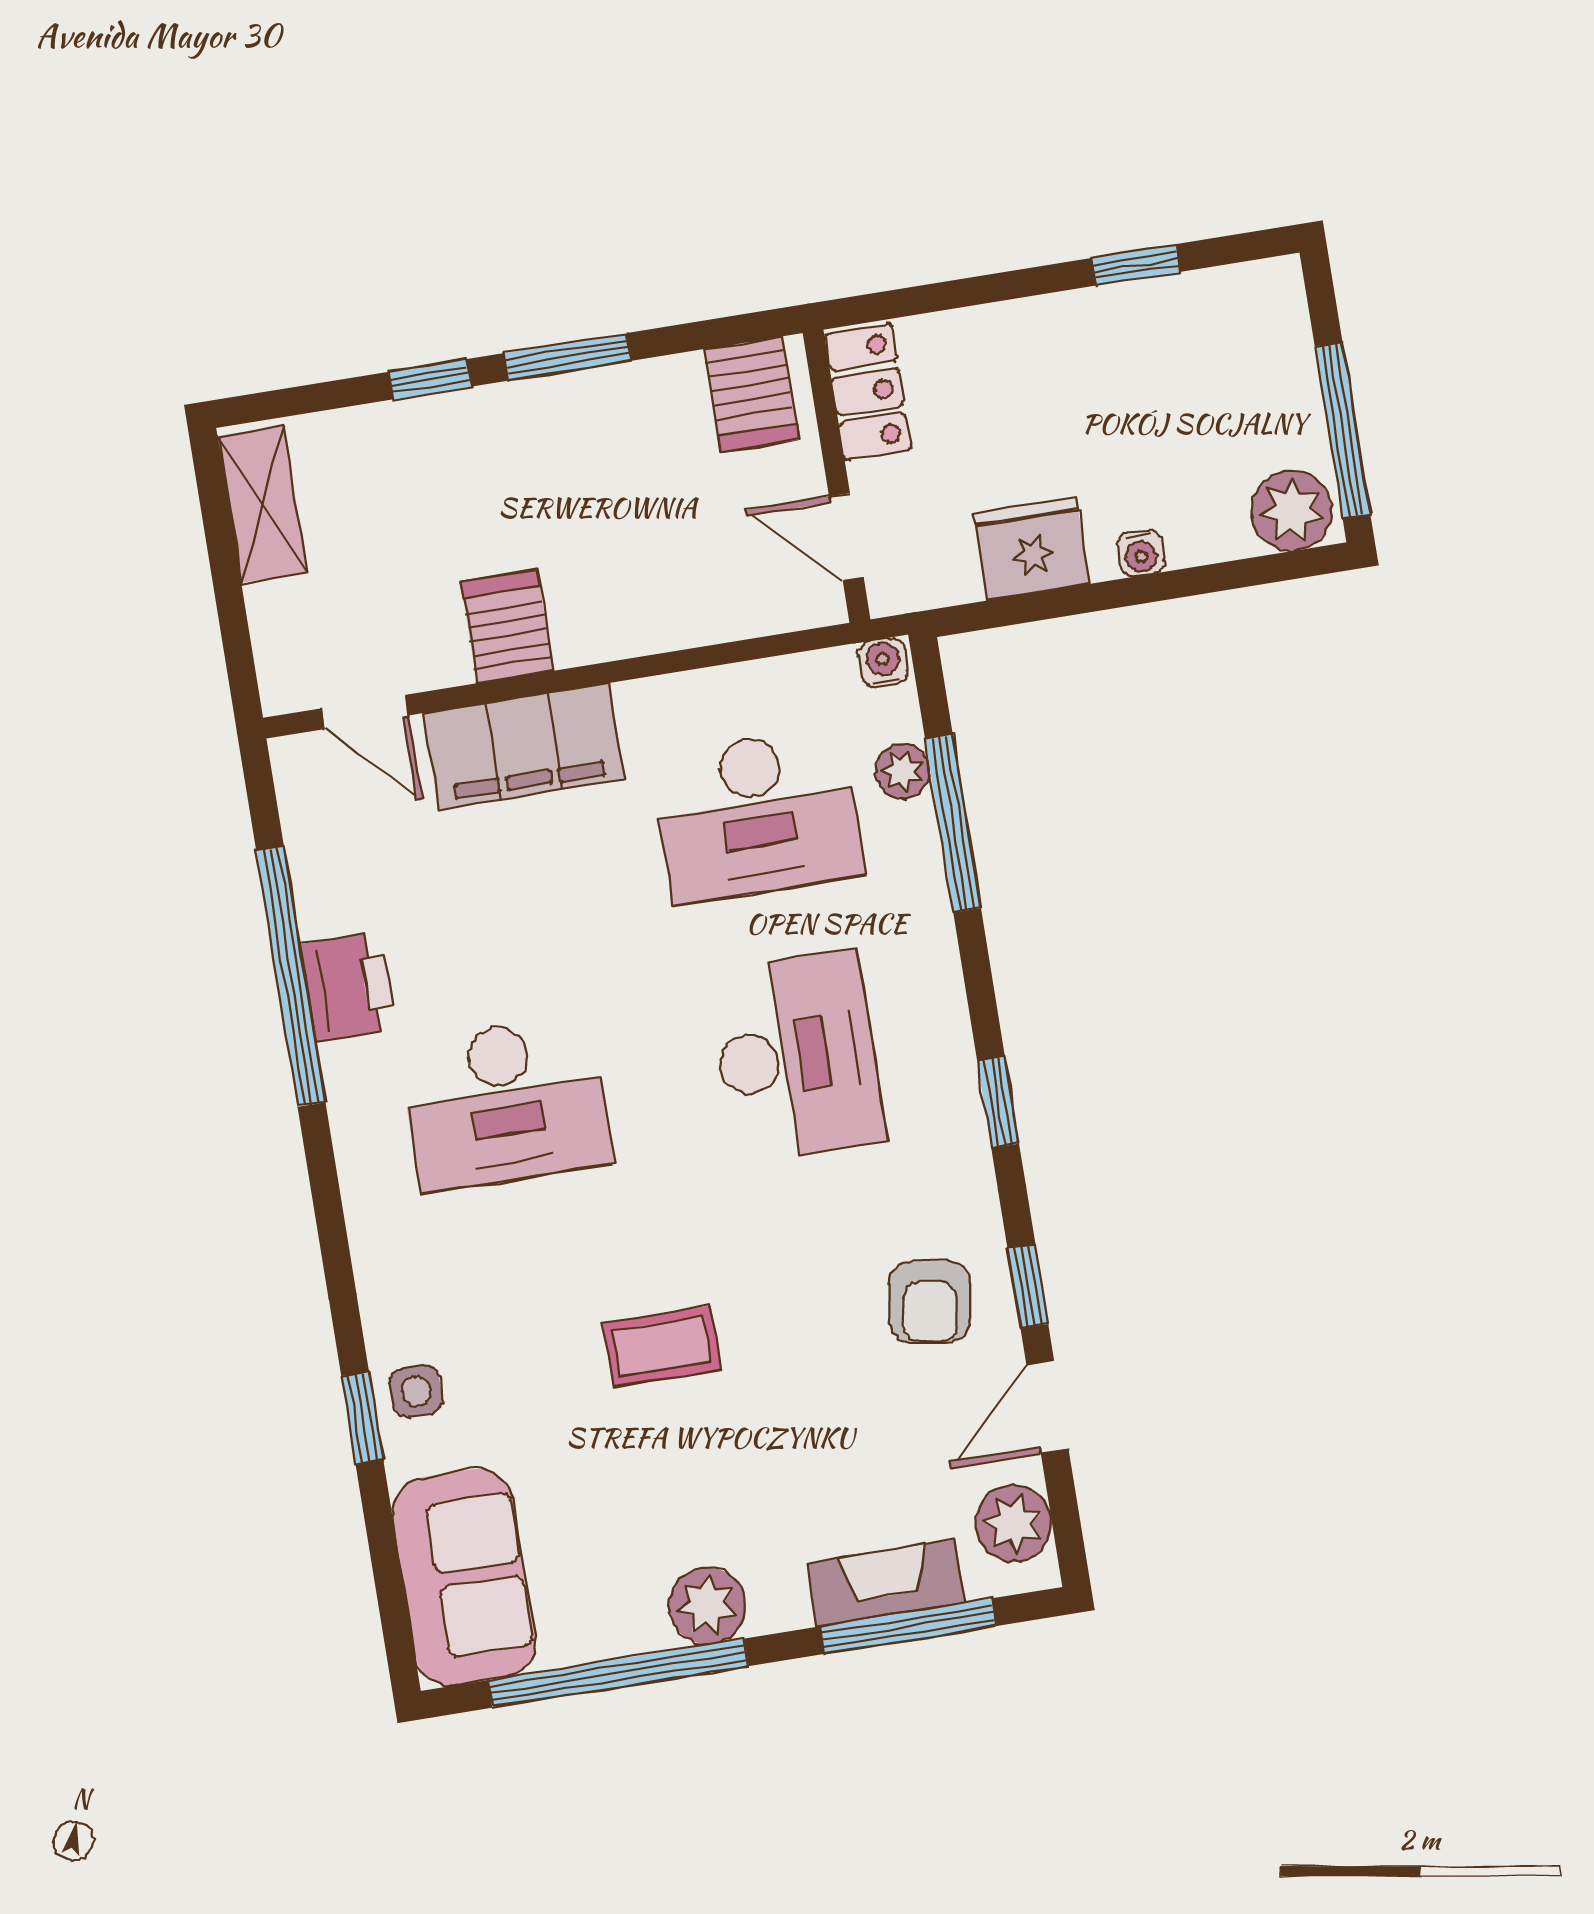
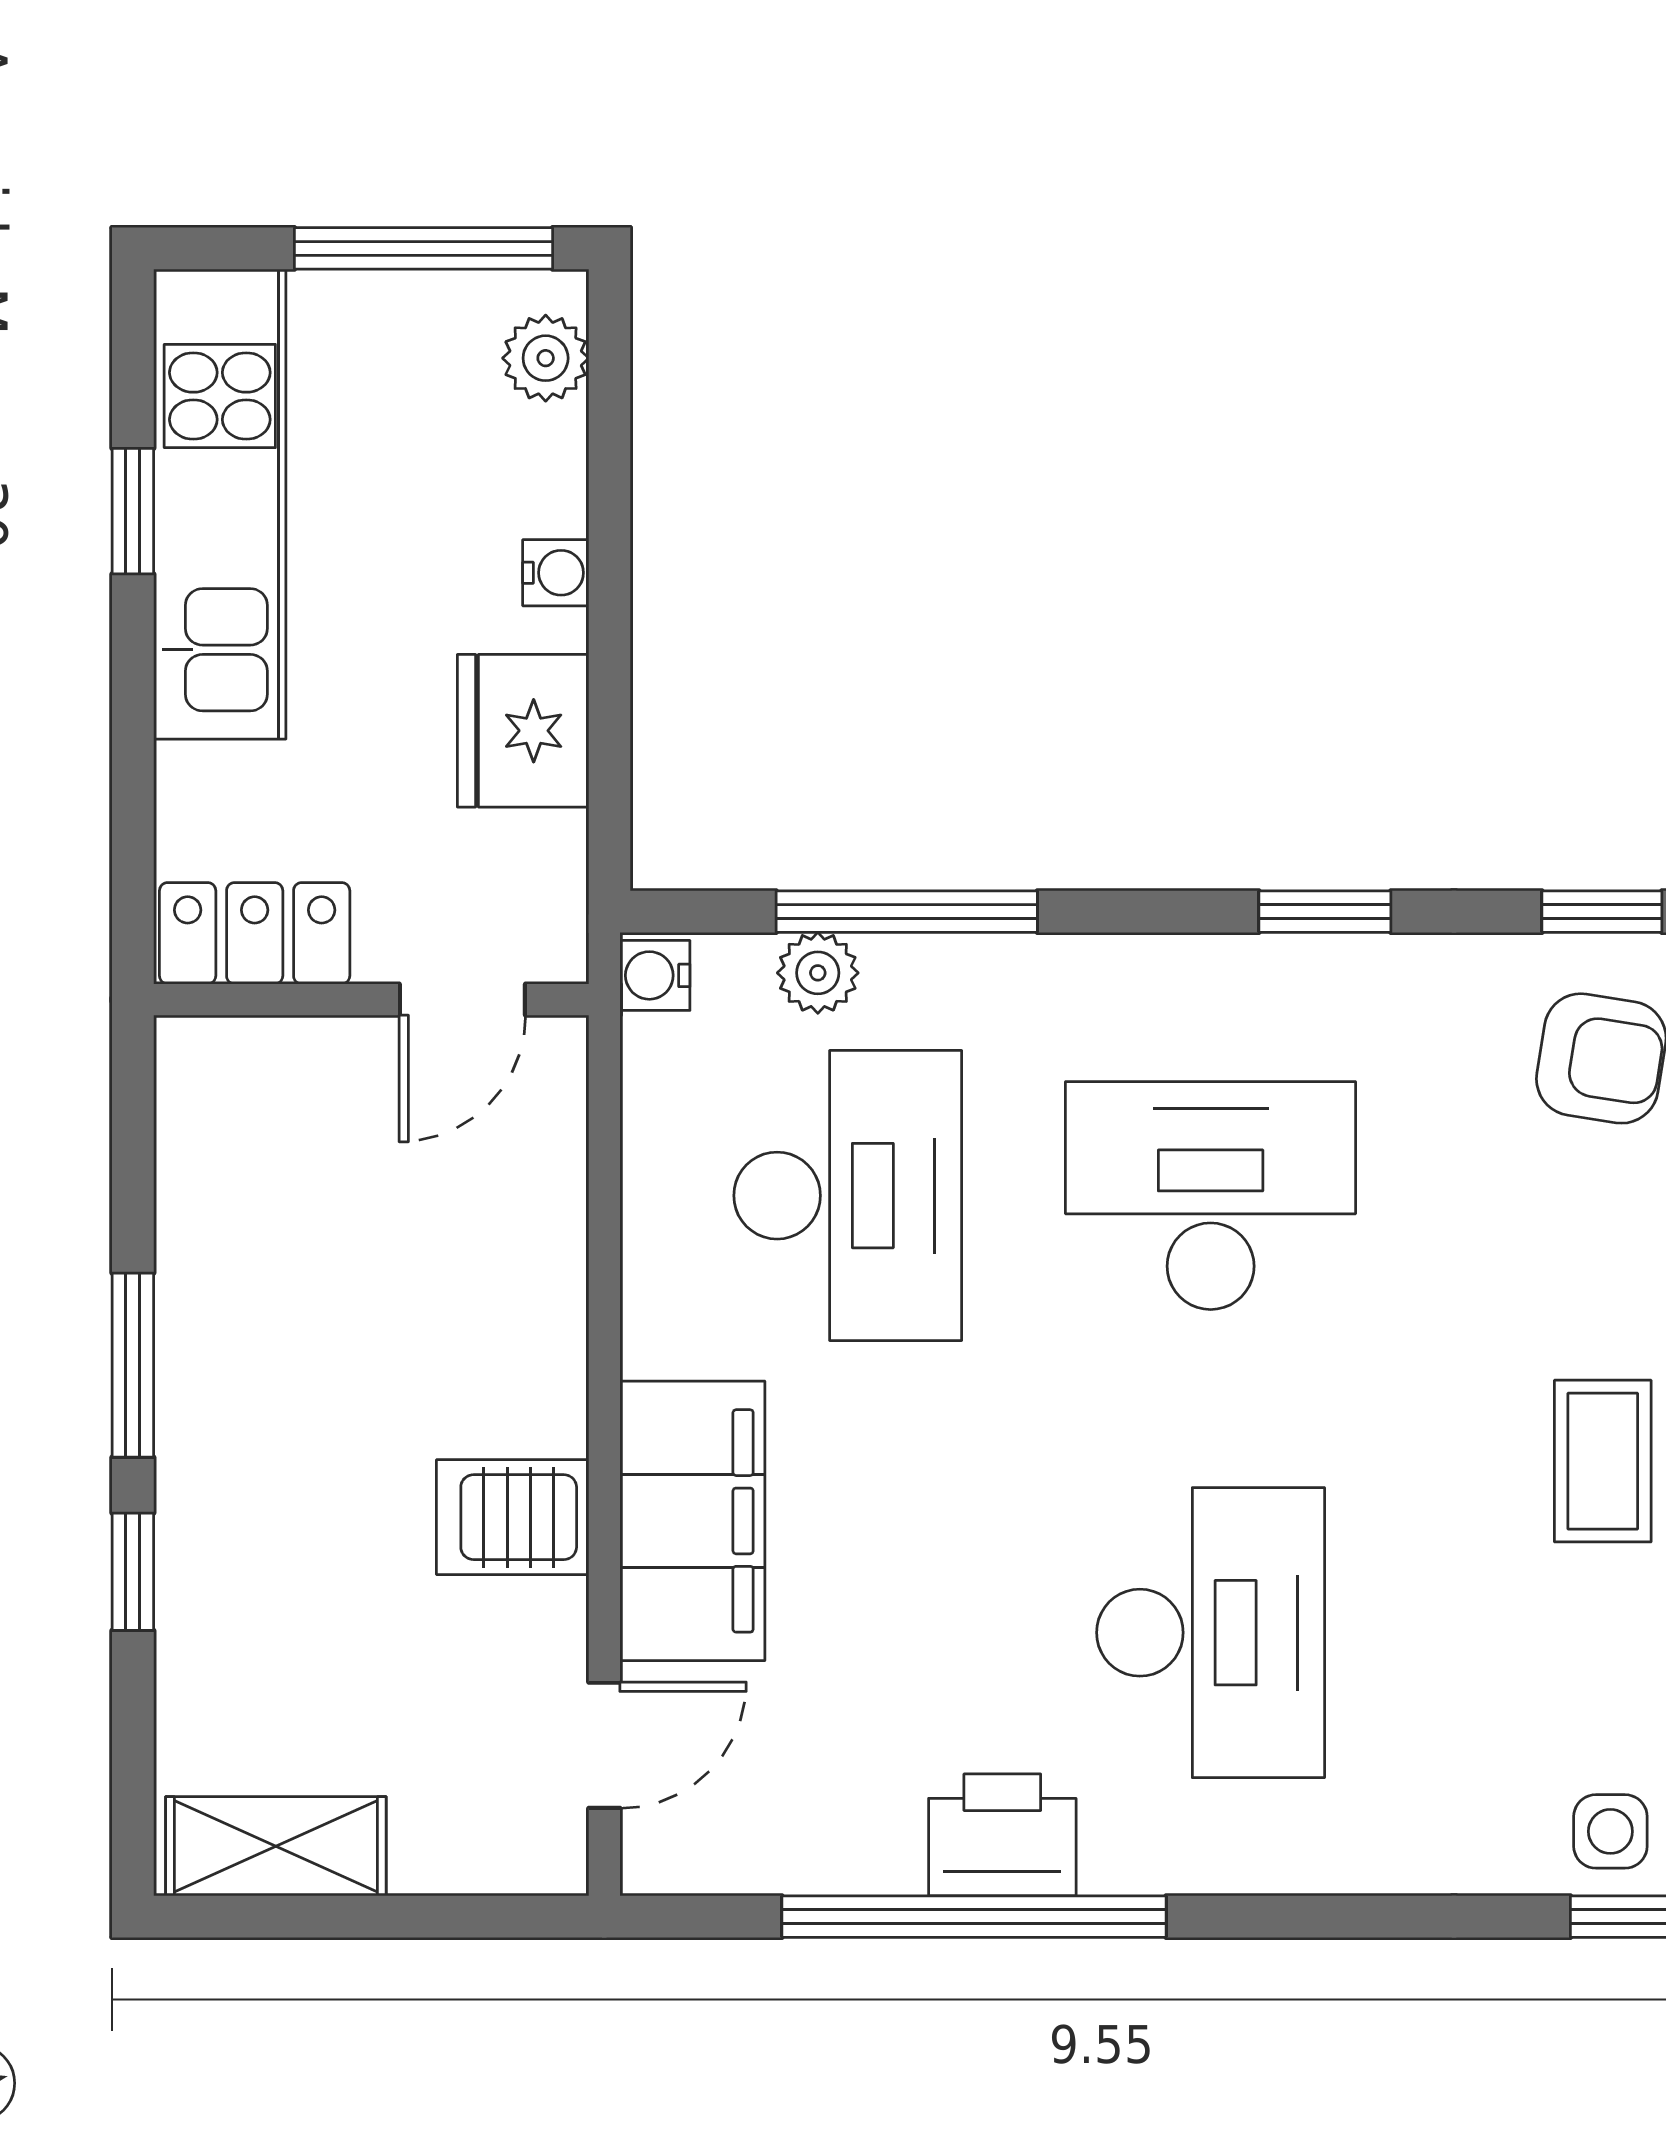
kitchen unit: (1150, 322) -> (220, 504), added
server rack: (751, 394) -> (231, 1105), removed
plant: (1292, 511) -> (546, 358), width x0.73, depth x0.73

